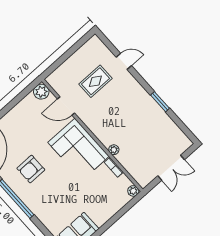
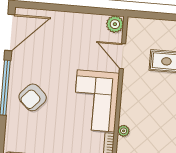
armchair: (31, 169) -> (33, 97), moved, turned -47

